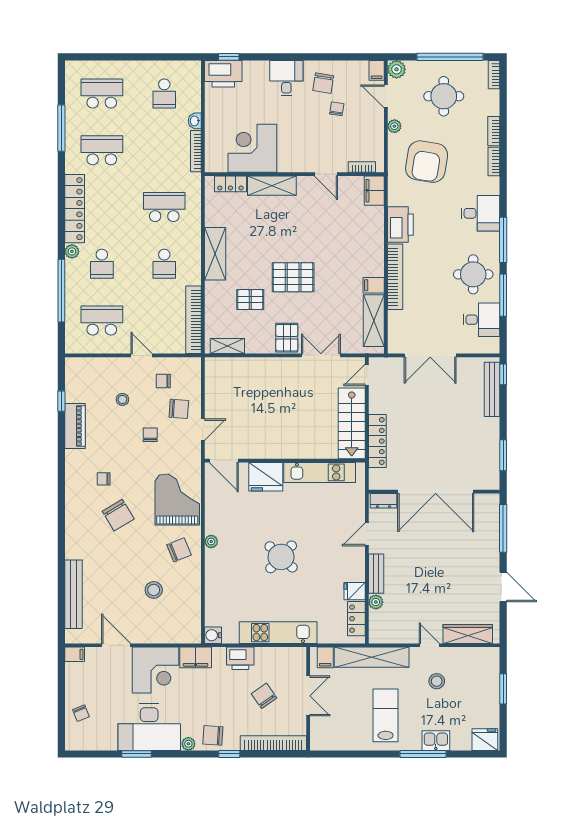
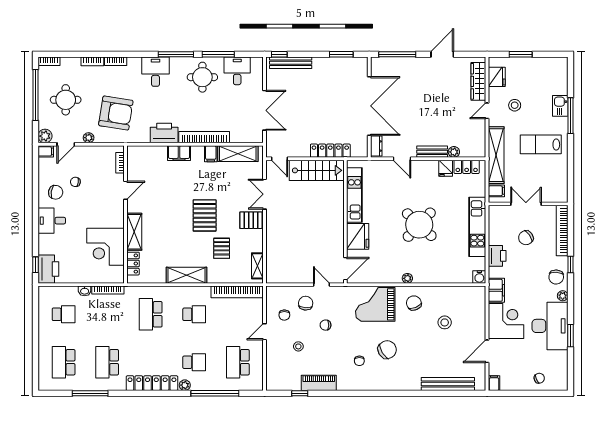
filing cabinet: (374, 191) -> (179, 153), moved
round table: (281, 557) -> (419, 225), width x1.36, depth x1.36
fridge: (485, 740) -> (497, 77), moved, turned 180

